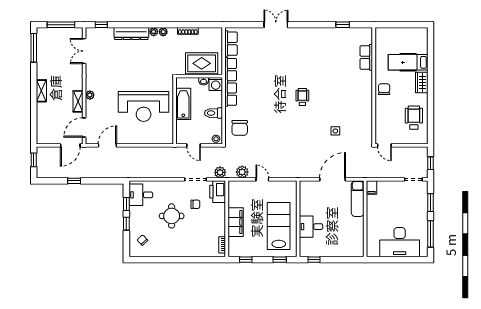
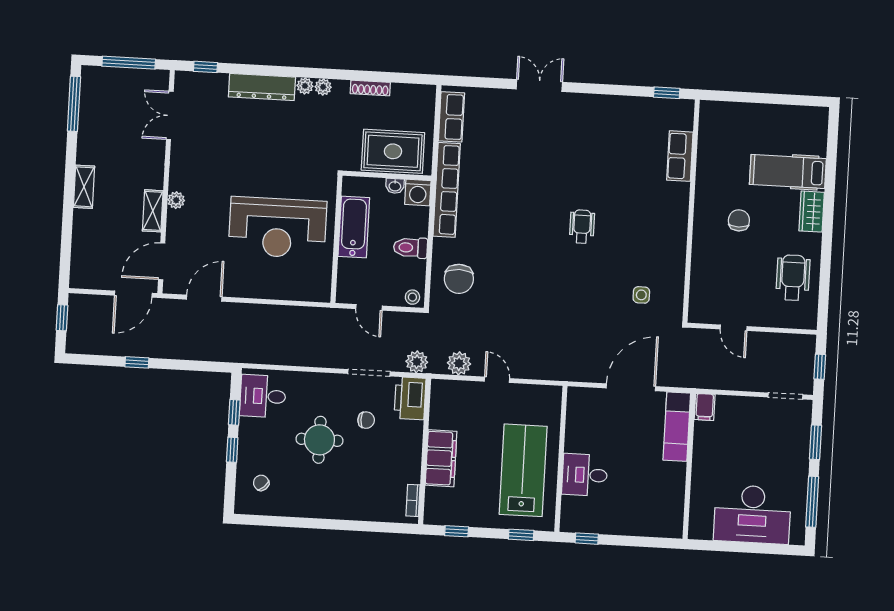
row of seats: (366, 57) -> (680, 156), moved
wall: (374, 86) -> (691, 211), moved

